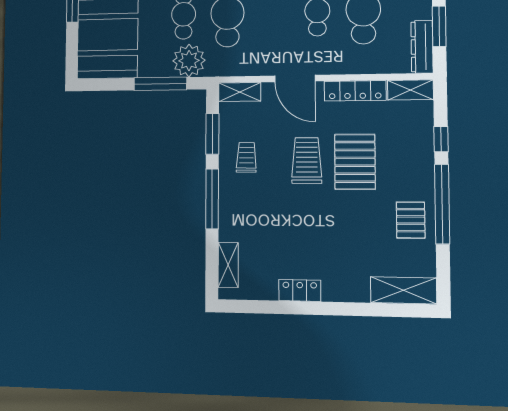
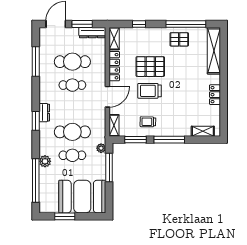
plant: (189, 61) -> (101, 148), width x0.53, depth x0.53
window: (442, 204) -> (186, 24), moved
shelving: (403, 290) -> (214, 51), width x1.47

